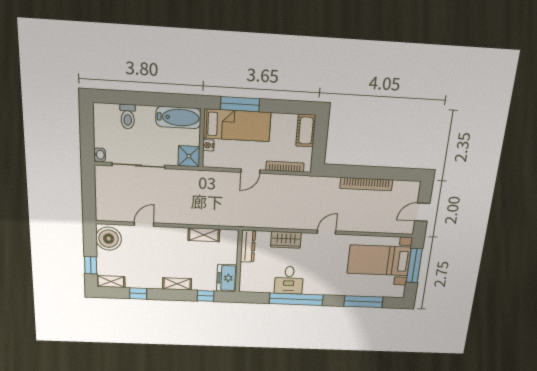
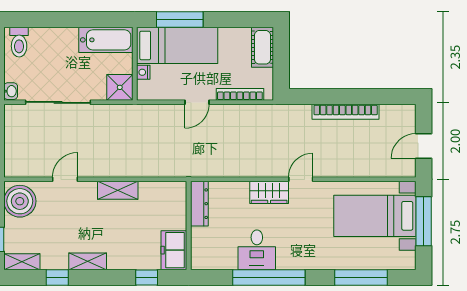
toilet: (128, 117) -> (19, 42), moved
shelving: (204, 235) -> (118, 190), moved
wardrobe: (286, 240) -> (269, 192), moved
shelving: (177, 284) -> (88, 261), moved

